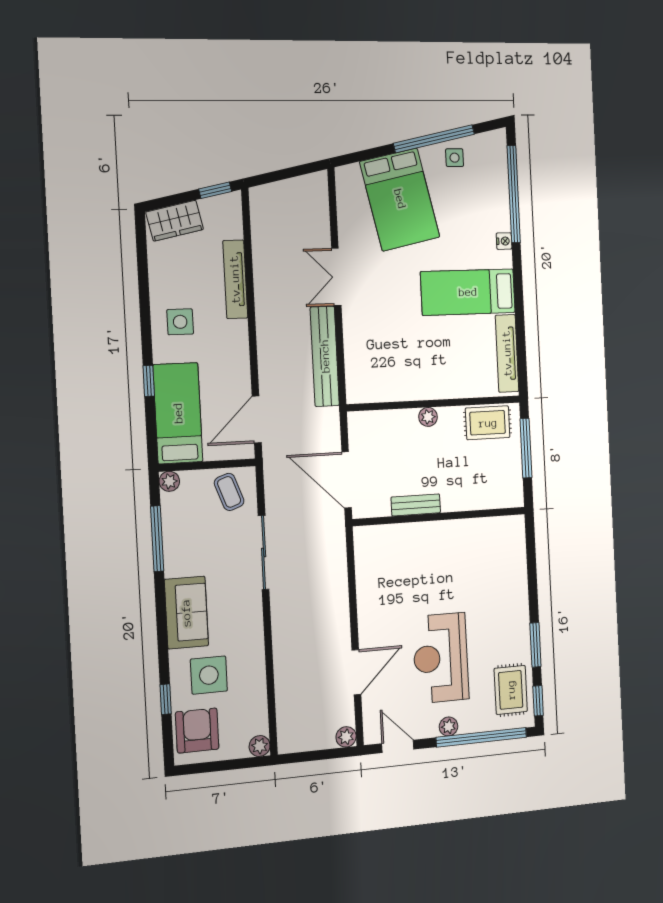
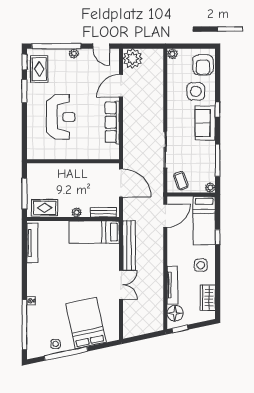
wardrobe: (175, 221) -> (208, 298), moved, turned -78
floor lamp: (227, 222) -> (175, 313), added
bed: (468, 292) -> (94, 232), moved, turned 180
bench: (416, 505) -> (103, 212), moved
row of seats: (370, 599) -> (112, 122), added
reception desk: (441, 658) -> (61, 117), moved
window: (166, 699) -> (218, 109), moved
plant: (346, 737) -> (133, 58), width x1.87, depth x1.87

